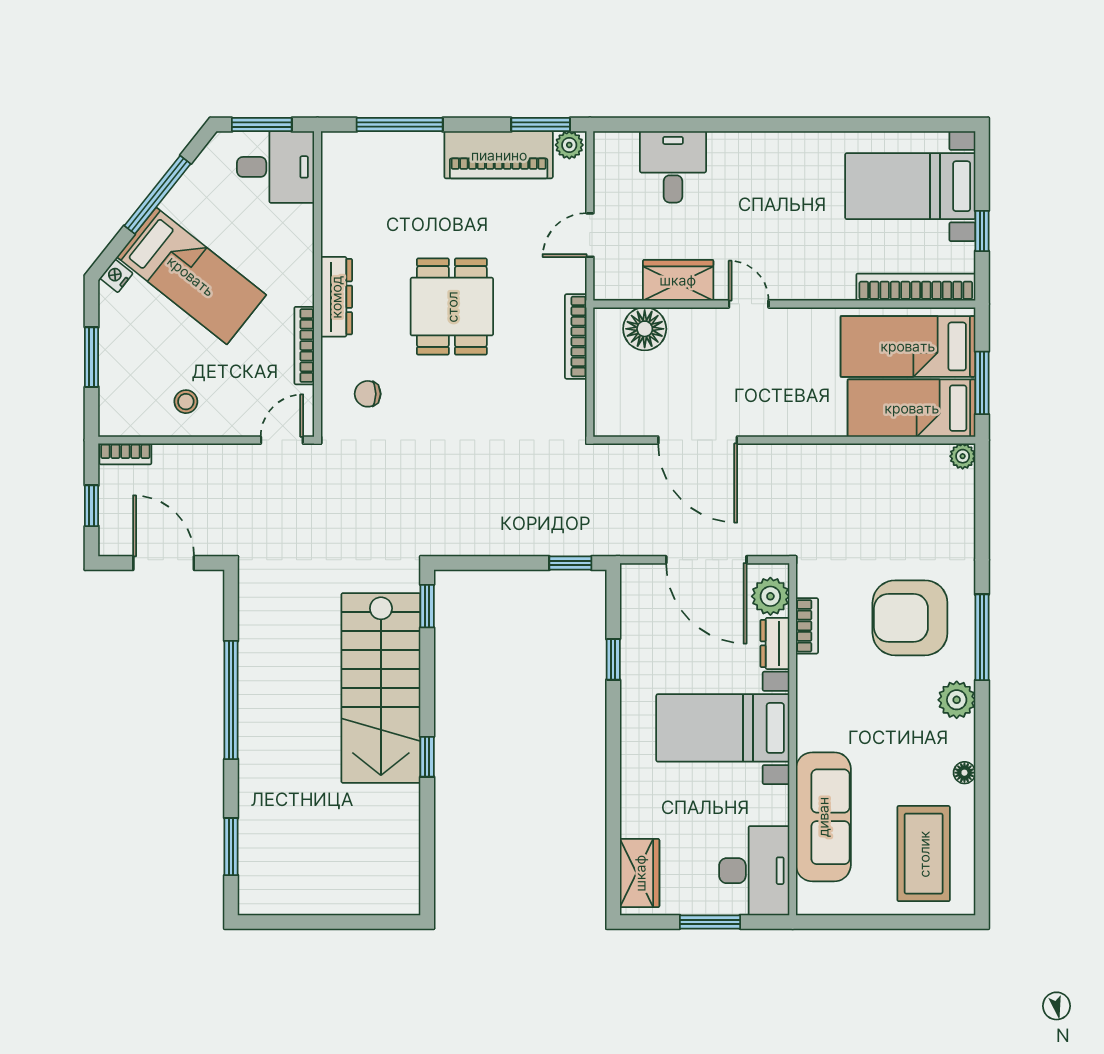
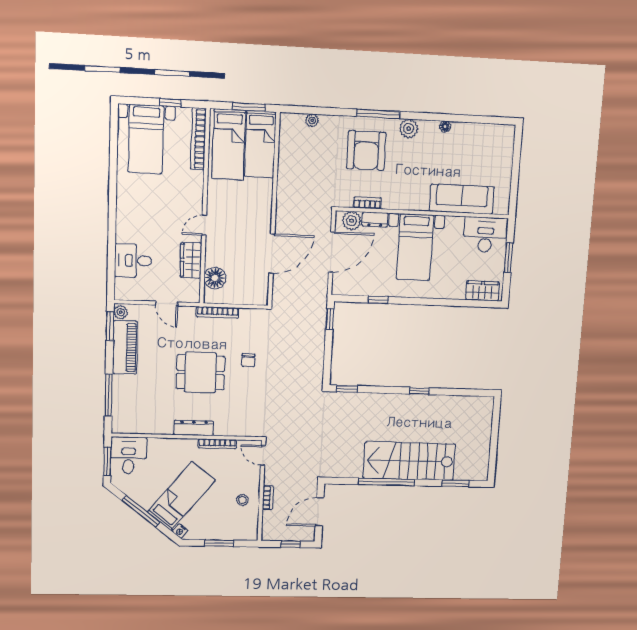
chair: (368, 394) -> (248, 360), moved
bookcase: (125, 454) -> (268, 498), moved
plant: (963, 456) -> (312, 120), moved
stairs: (381, 688) -> (409, 461), moved, turned 180
coffee table: (924, 854) -> (484, 149), removed

